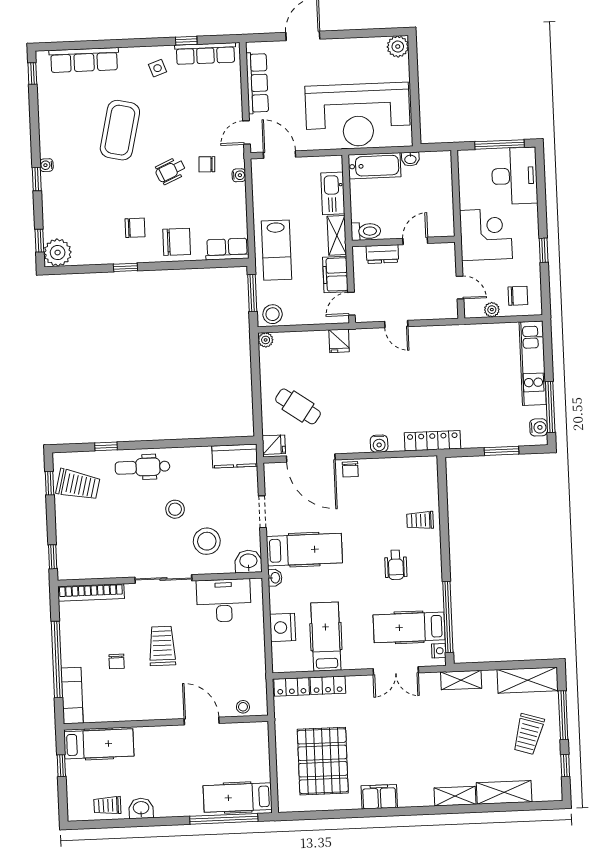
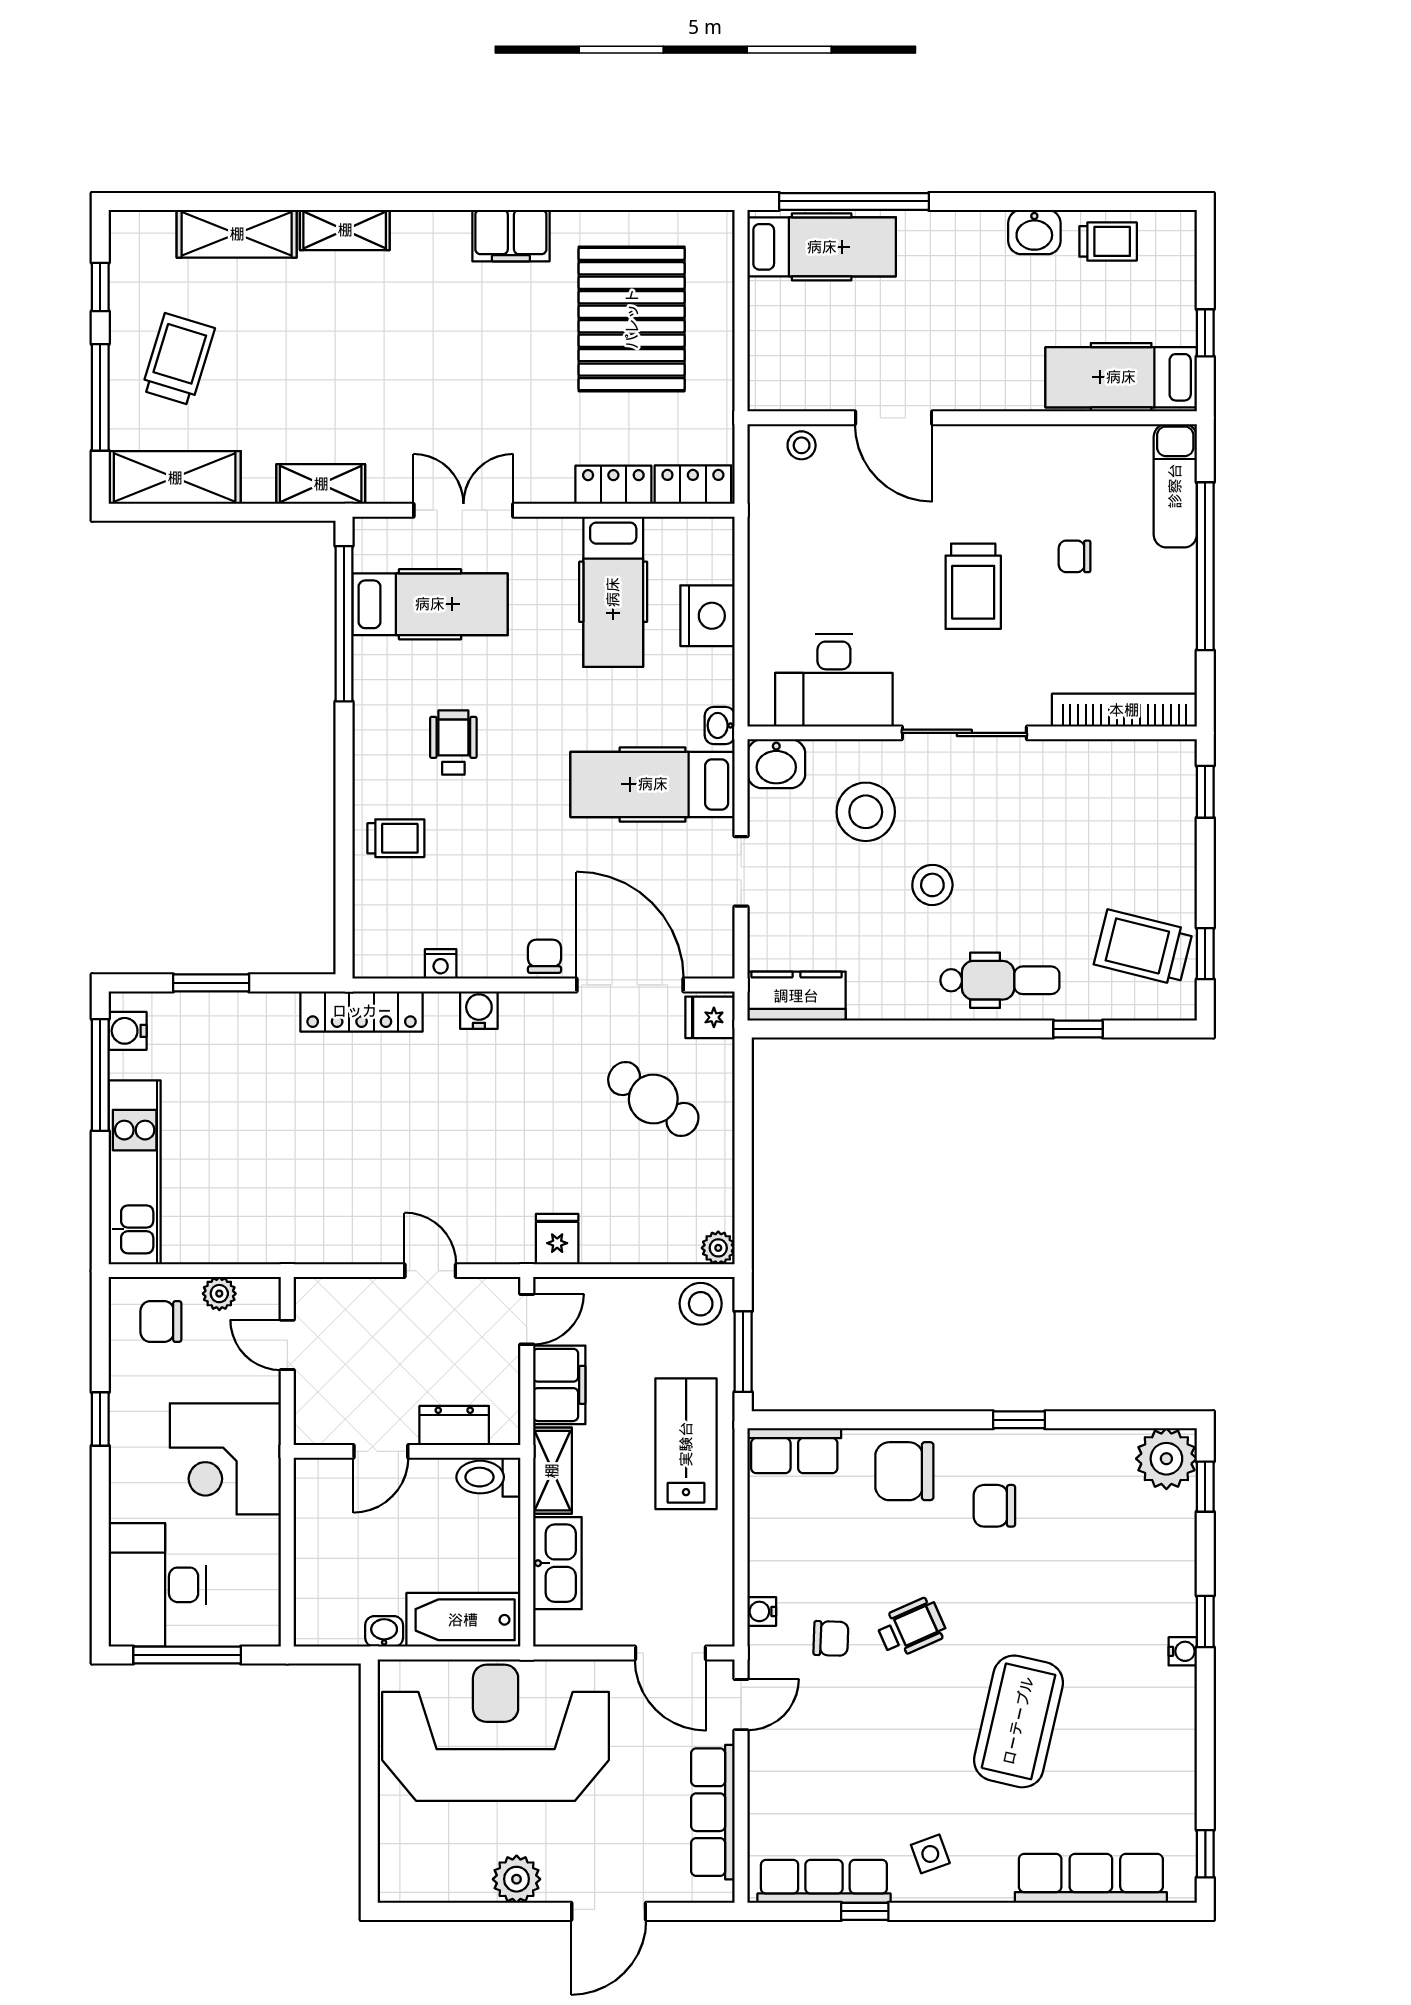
plant: (398, 47) -> (517, 1879), moved
nightstand: (439, 651) -> (441, 964), moved, turned -90
chair: (117, 661) -> (1075, 556), turned -90

